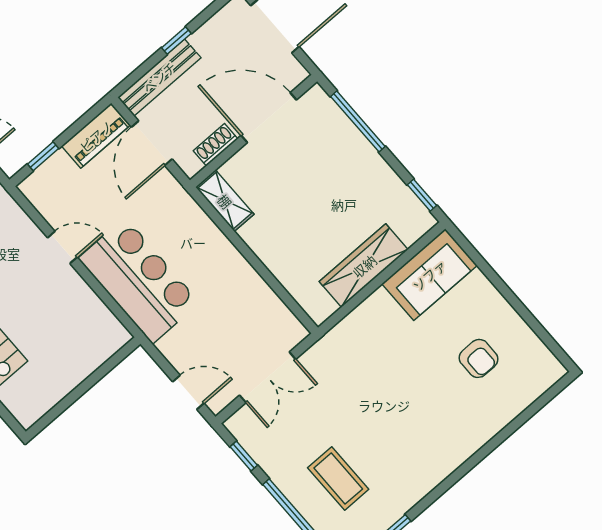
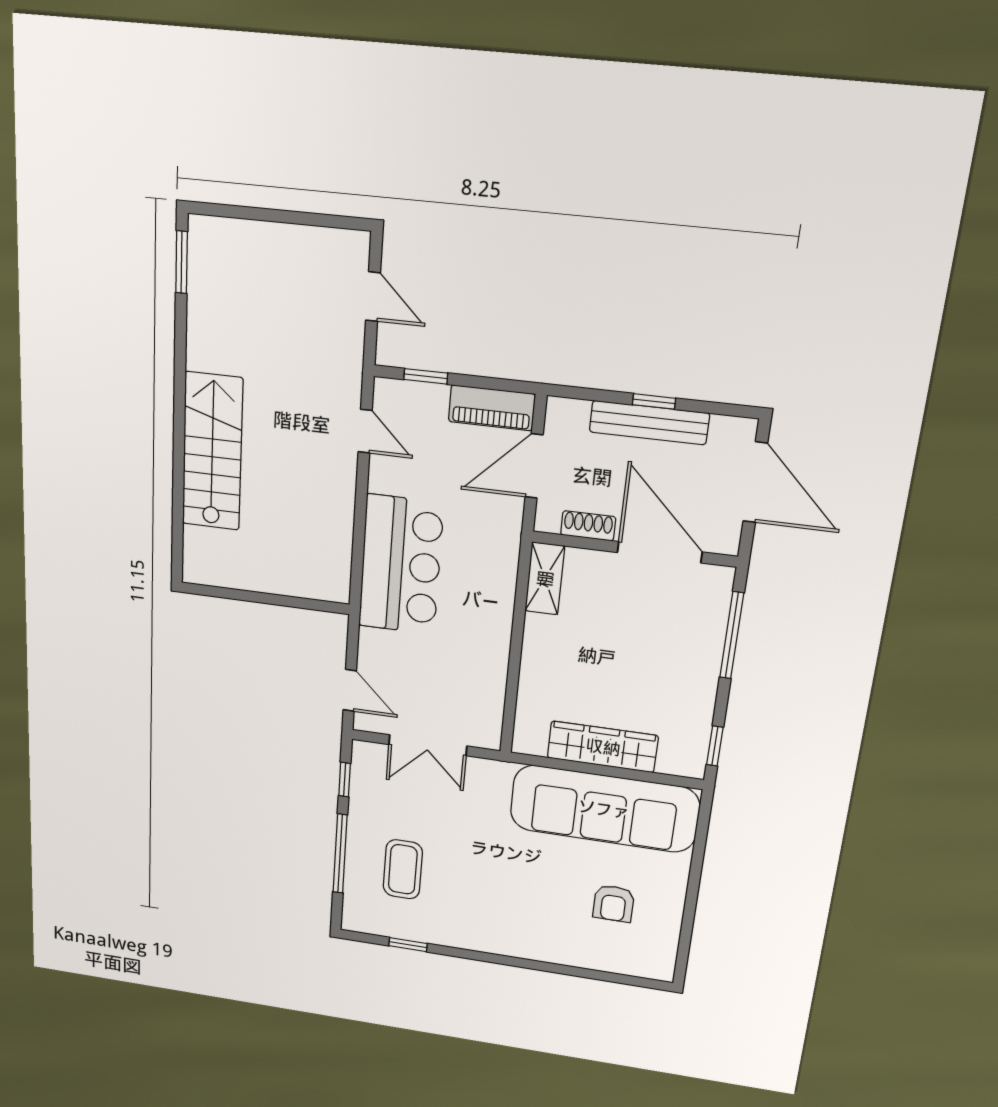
bench: (159, 77) -> (649, 423), moved
door: (62, 247) -> (365, 431), moved
sofa: (429, 275) -> (604, 809), width x1.85, depth x1.27

